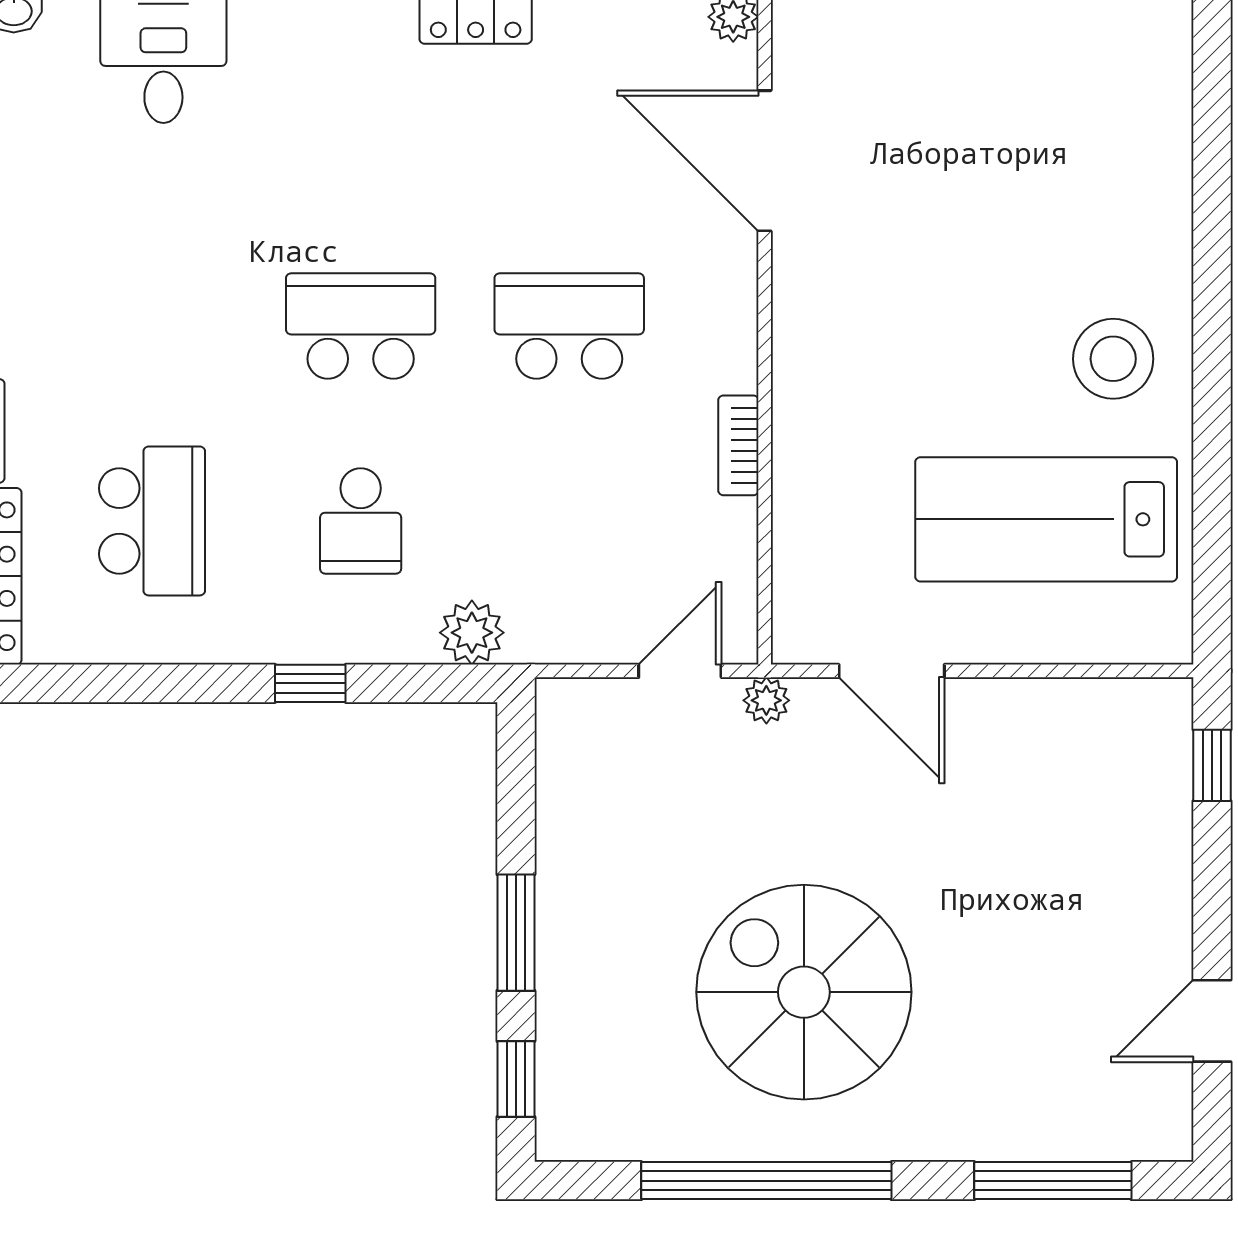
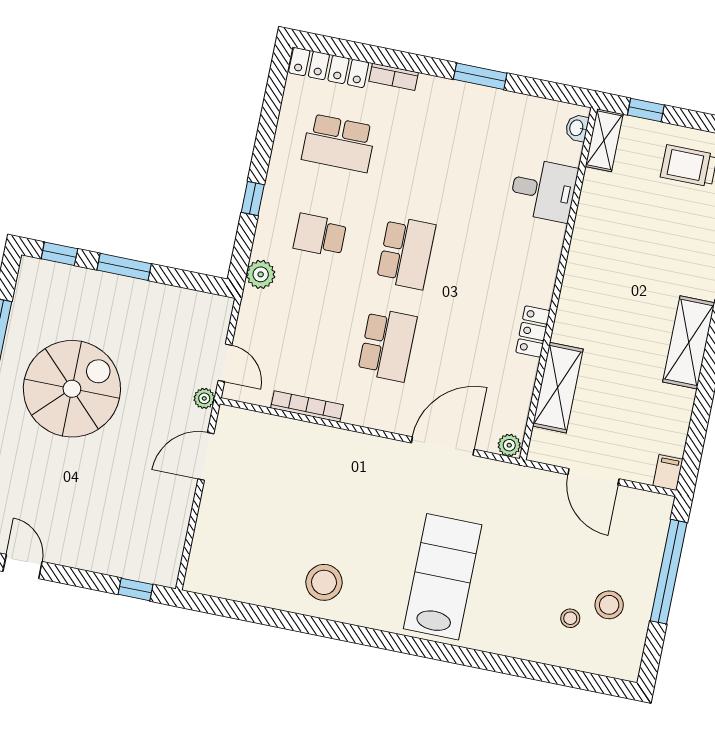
bookcase: (738, 445) -> (307, 406), width x1.56
lab bench: (1046, 519) -> (443, 577), moved

